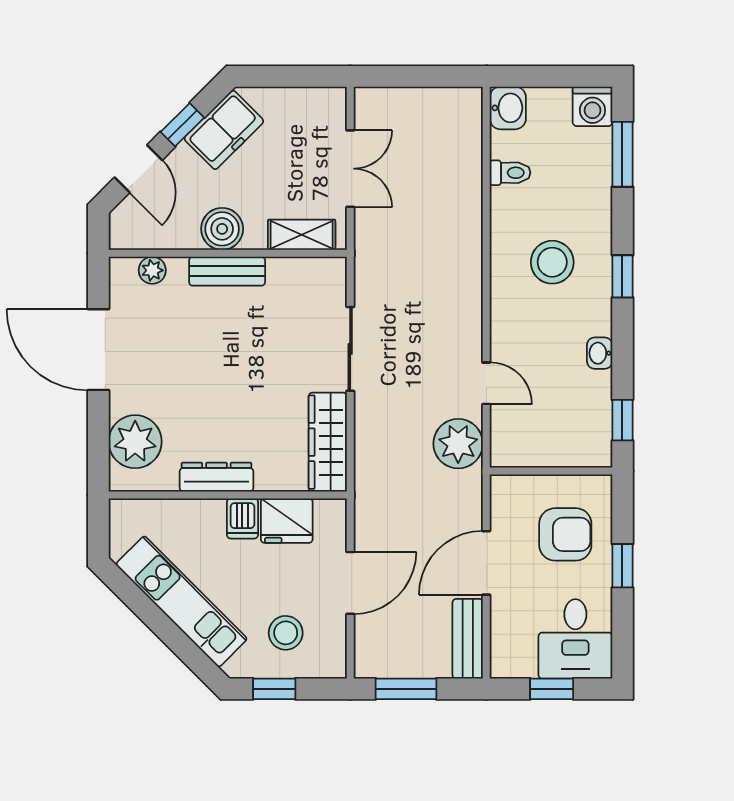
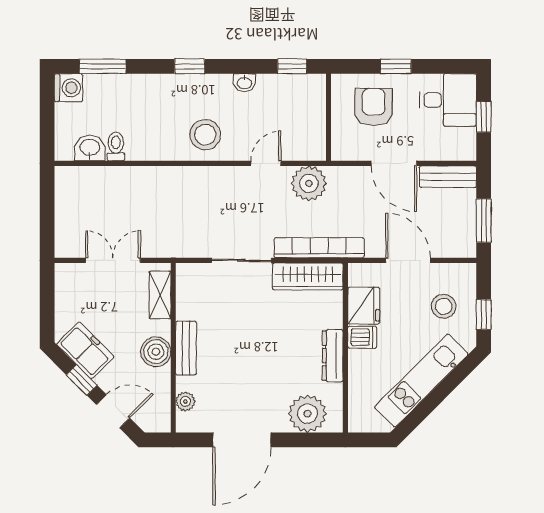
washbasin: (508, 108) -> (90, 148), moved
stool: (552, 262) -> (205, 135), moved
bookcase: (368, 458) -> (319, 248), added

